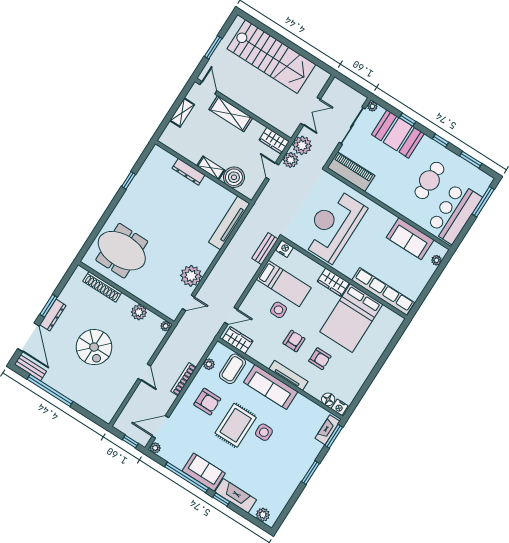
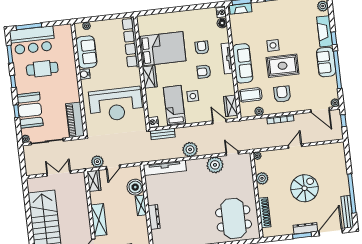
plant: (302, 145) -> (190, 150), moved
bar counter: (454, 213) -> (32, 40), moved
water cooler: (389, 219) -> (85, 74), added
bench: (30, 368) -> (347, 212), width x1.36

